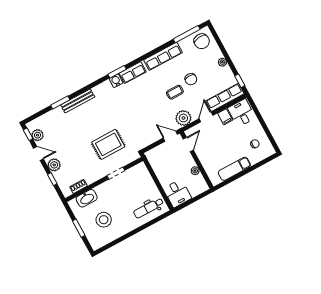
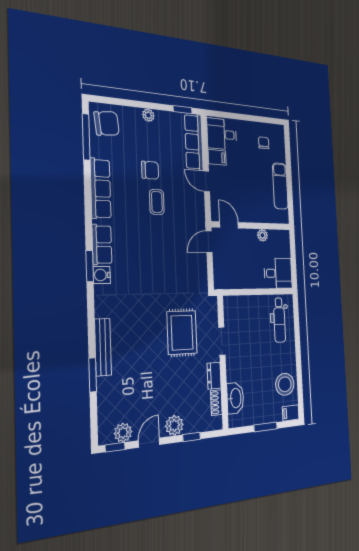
plant: (183, 118) -> (194, 211), removed
dresser: (93, 177) -> (214, 376), added
stool: (104, 220) -> (285, 384), moved
filing cabinet: (95, 243) -> (291, 413), added

